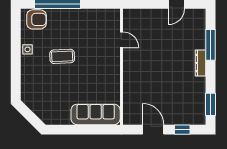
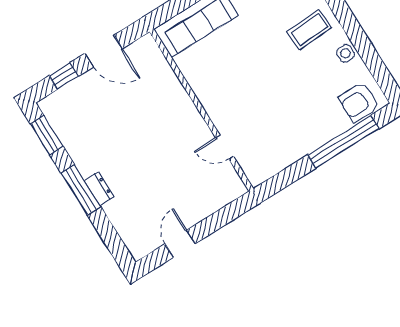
window: (211, 45) -> (81, 190), moved
coffee table: (62, 56) -> (309, 30), moved
dresser: (201, 63) -> (99, 189), width x0.70

